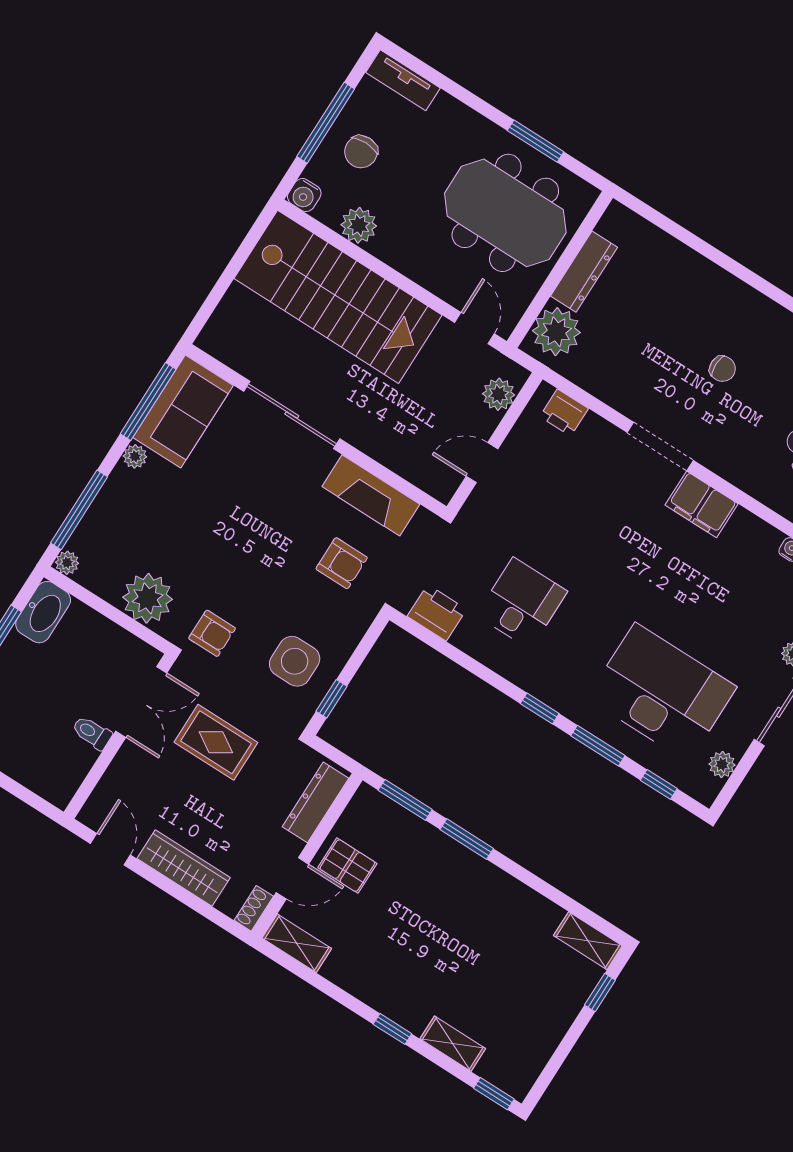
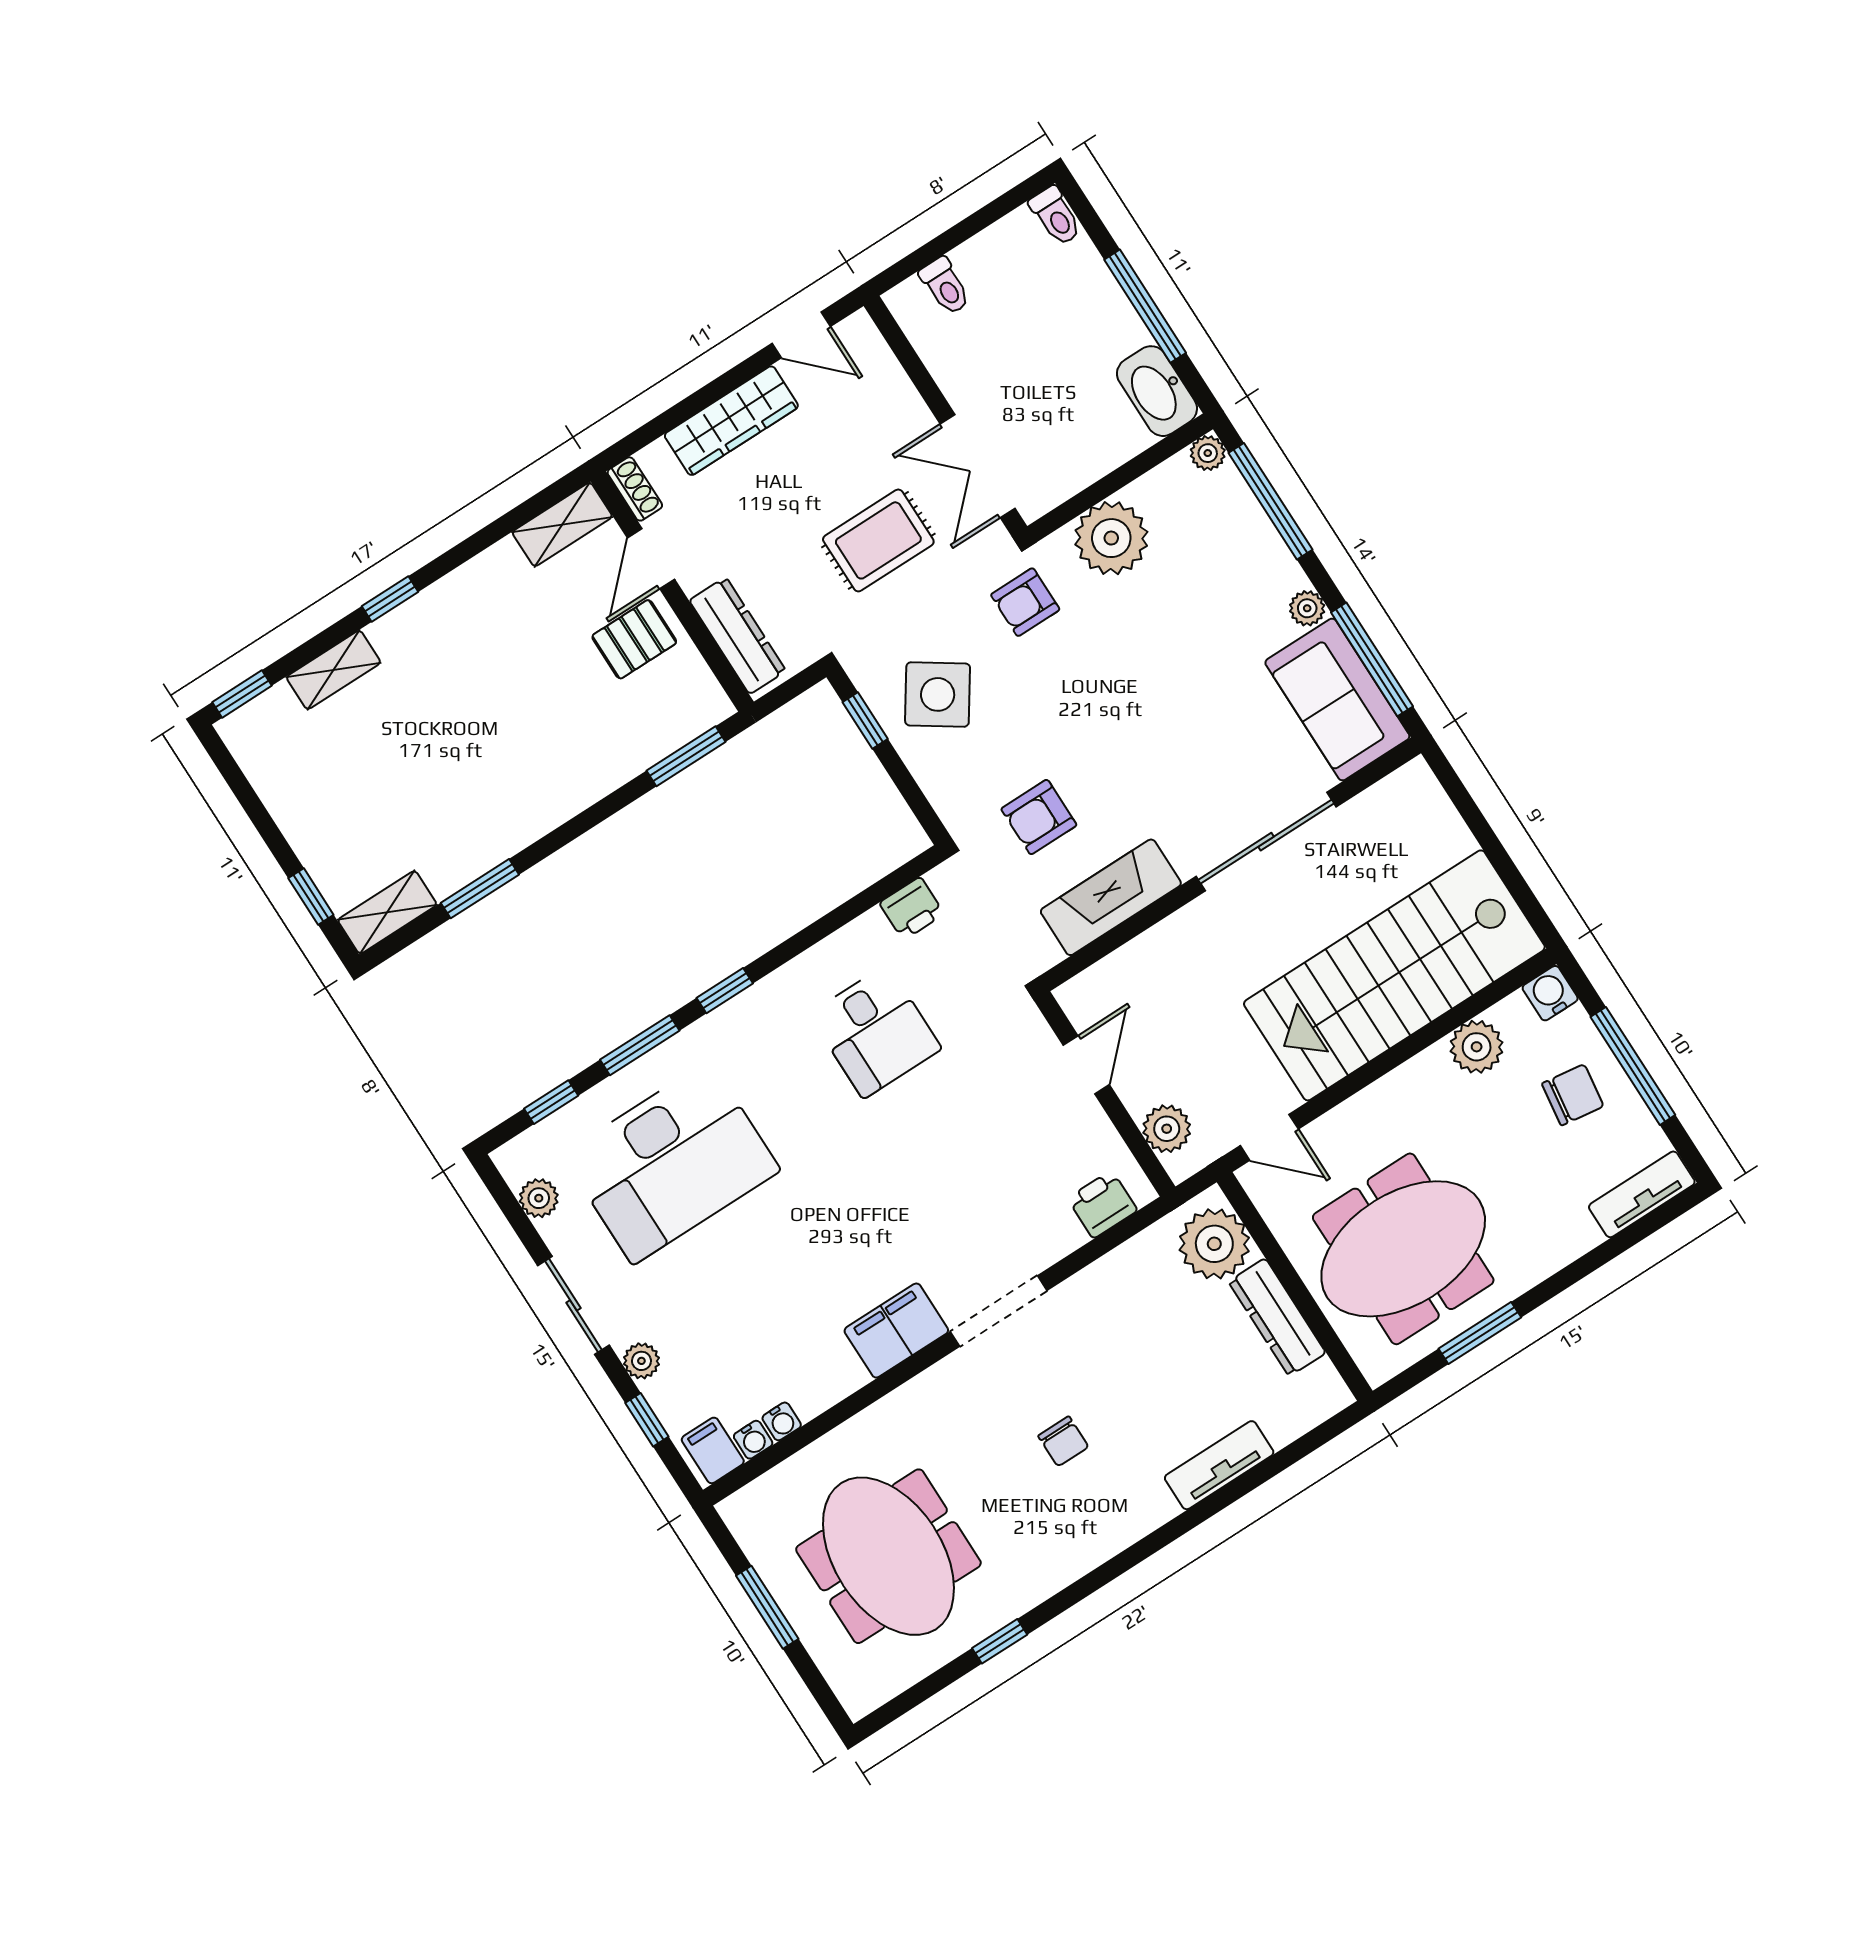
chair: (361, 152) -> (1573, 1095), turned 98
tv unit: (693, 265) -> (1219, 1465), added
chair: (722, 369) -> (1063, 1441), turned -90
printer: (437, 613) -> (912, 908), width x0.73, depth x0.81
side table: (295, 661) -> (938, 694), turned 34
toilet: (92, 733) -> (945, 286), moved, turned 90
window: (467, 839) -> (480, 889), moved

